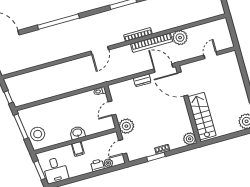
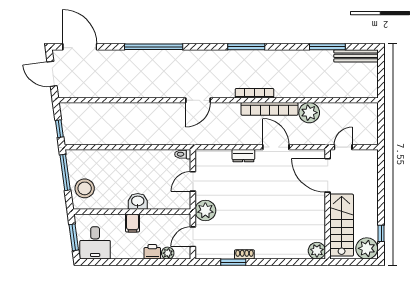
door: (182, 84) -> (328, 175), moved
wall: (188, 104) -> (328, 204), moved
stairs: (202, 116) -> (342, 225), moved
plant: (190, 139) -> (317, 251), moved

